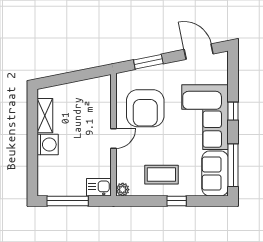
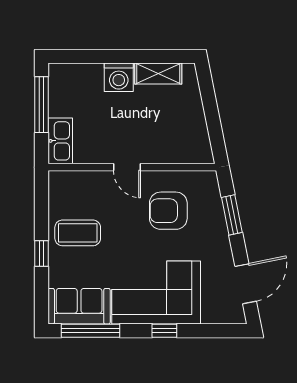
armchair: (145, 108) -> (168, 211), width x0.73, depth x0.73
coffee table: (161, 175) -> (78, 233), turned 90
kitchen sink: (99, 187) -> (60, 141), width x1.38
plant: (123, 190) -> (57, 180), removed

